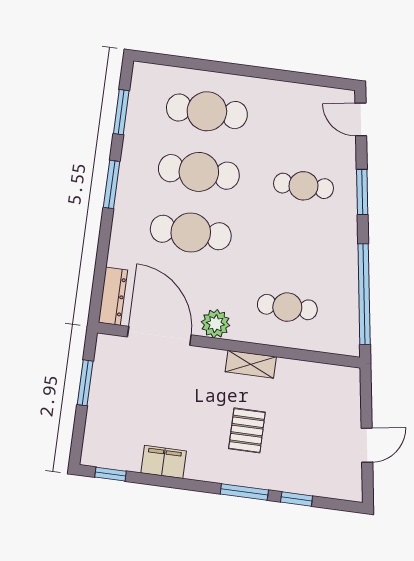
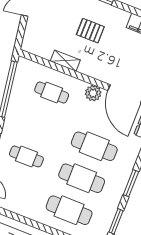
shelving: (251, 364) -> (65, 61), moved
pallet: (247, 430) -> (90, 31), turned 90

